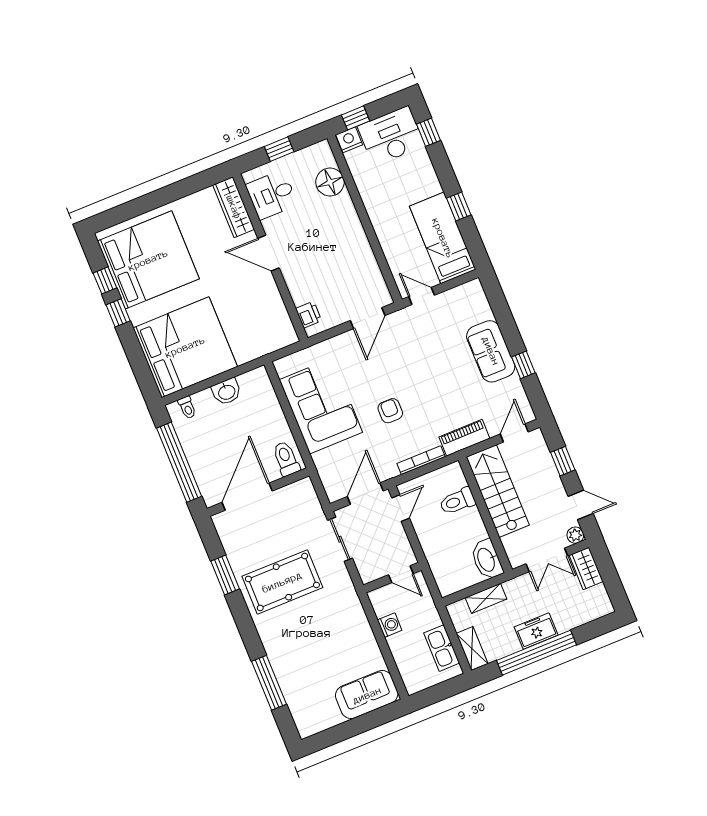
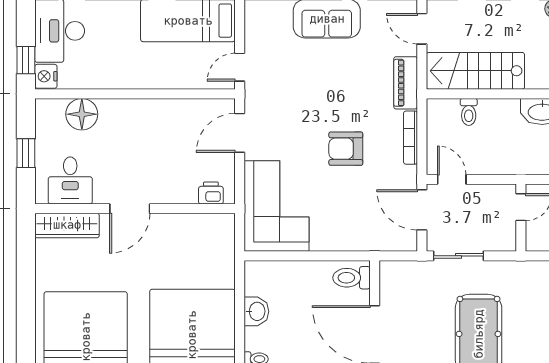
door: (368, 318) -> (240, 133), swing flipped
corner sofa: (321, 406) -> (276, 206), moved, turned 90
armchair: (390, 411) -> (346, 149), width x1.38, depth x1.38
toilet: (457, 501) -> (469, 112), width x0.73, depth x0.72

